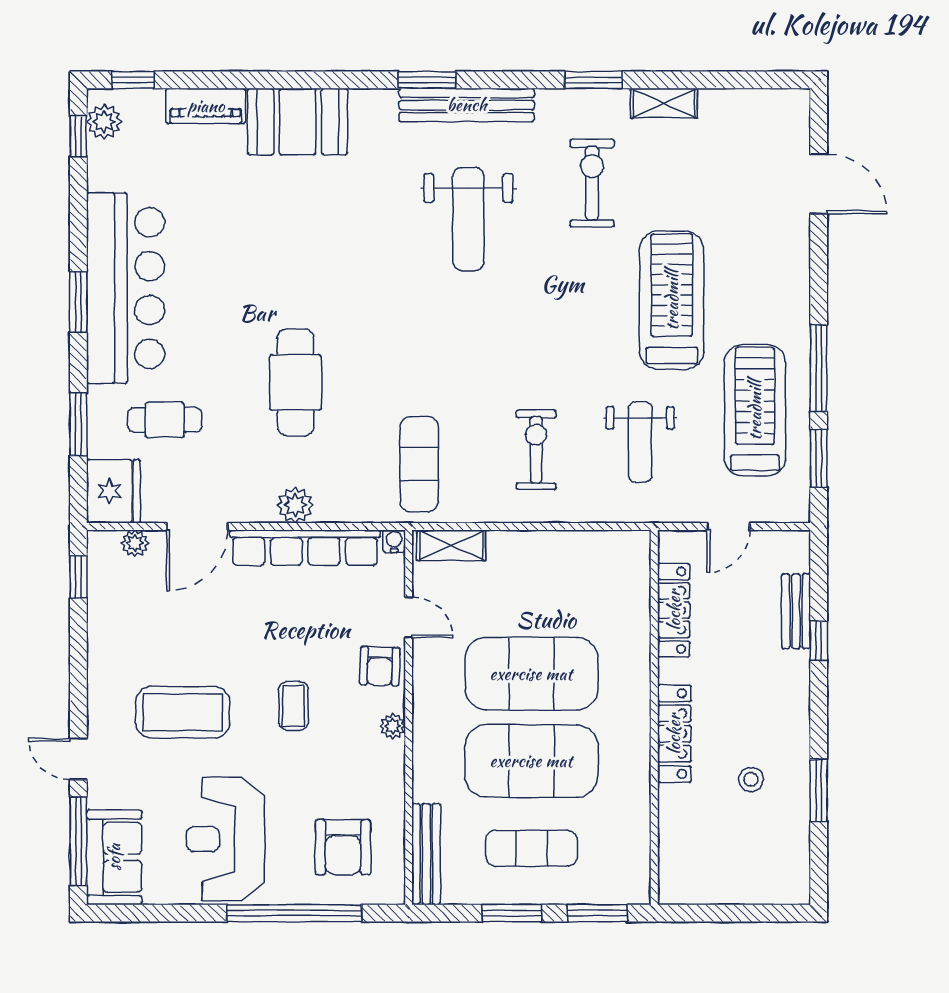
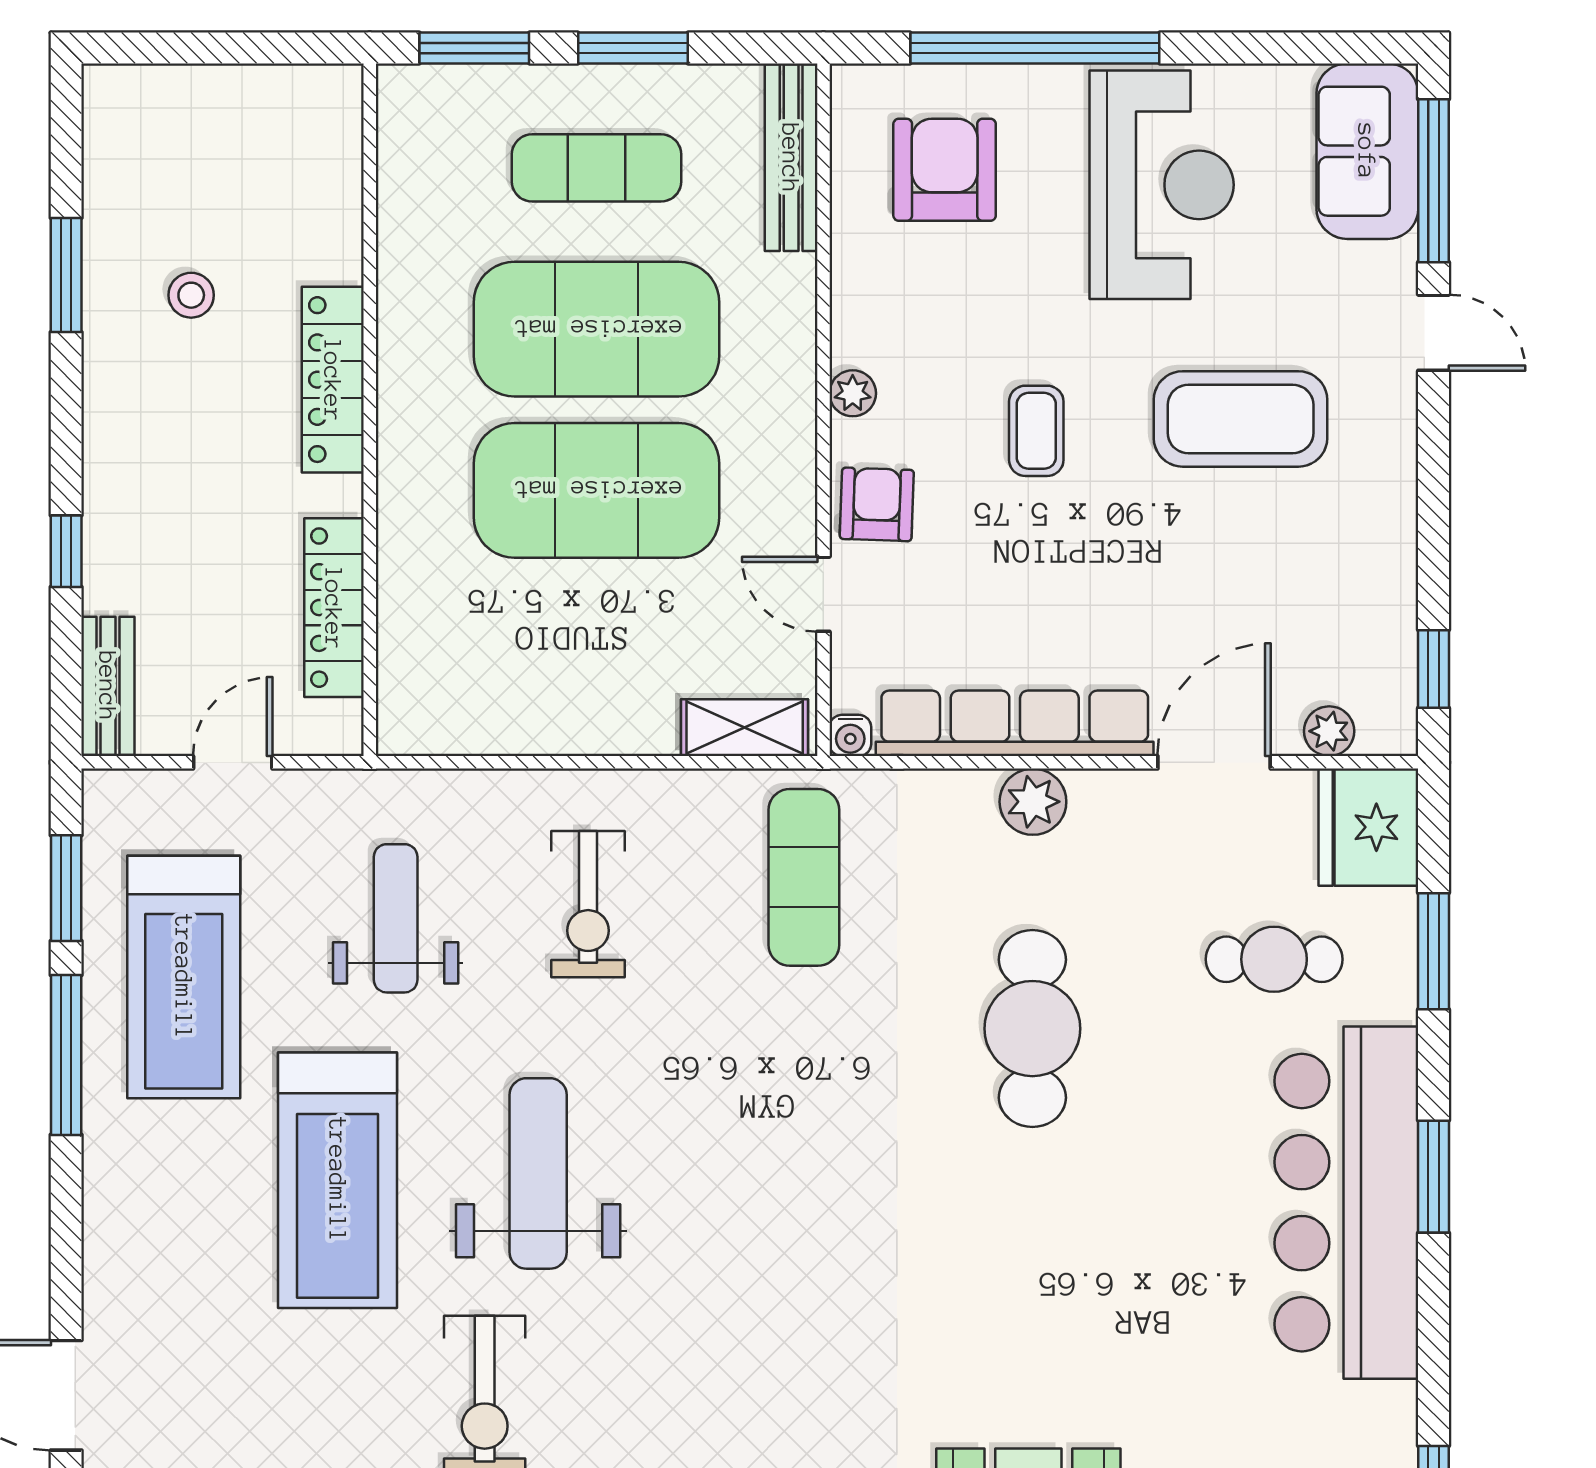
weight bench: (468, 219) -> (538, 1173), moved
bench: (796, 611) -> (108, 686), moved

